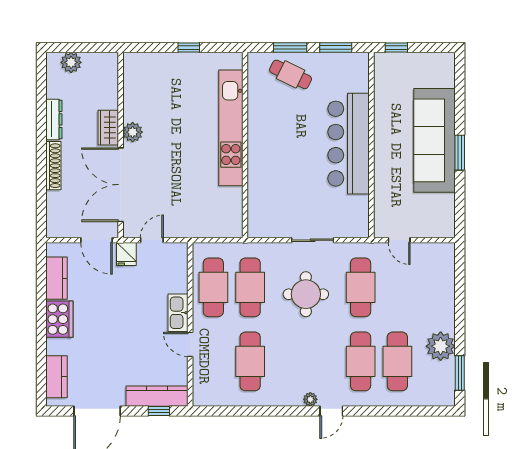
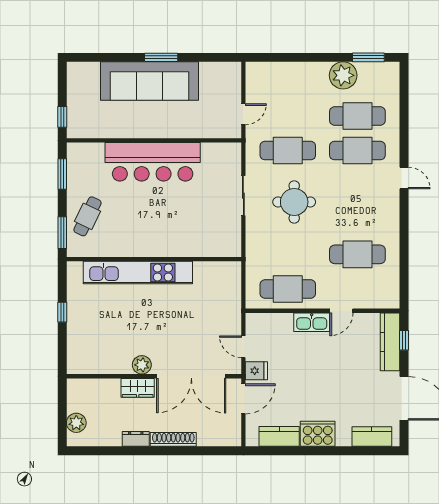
window: (290, 47) -> (62, 233), moved
dresser: (54, 119) -> (136, 439), width x0.70
cafe table: (250, 287) -> (288, 254), removed
plant: (310, 399) -> (393, 198), removed

